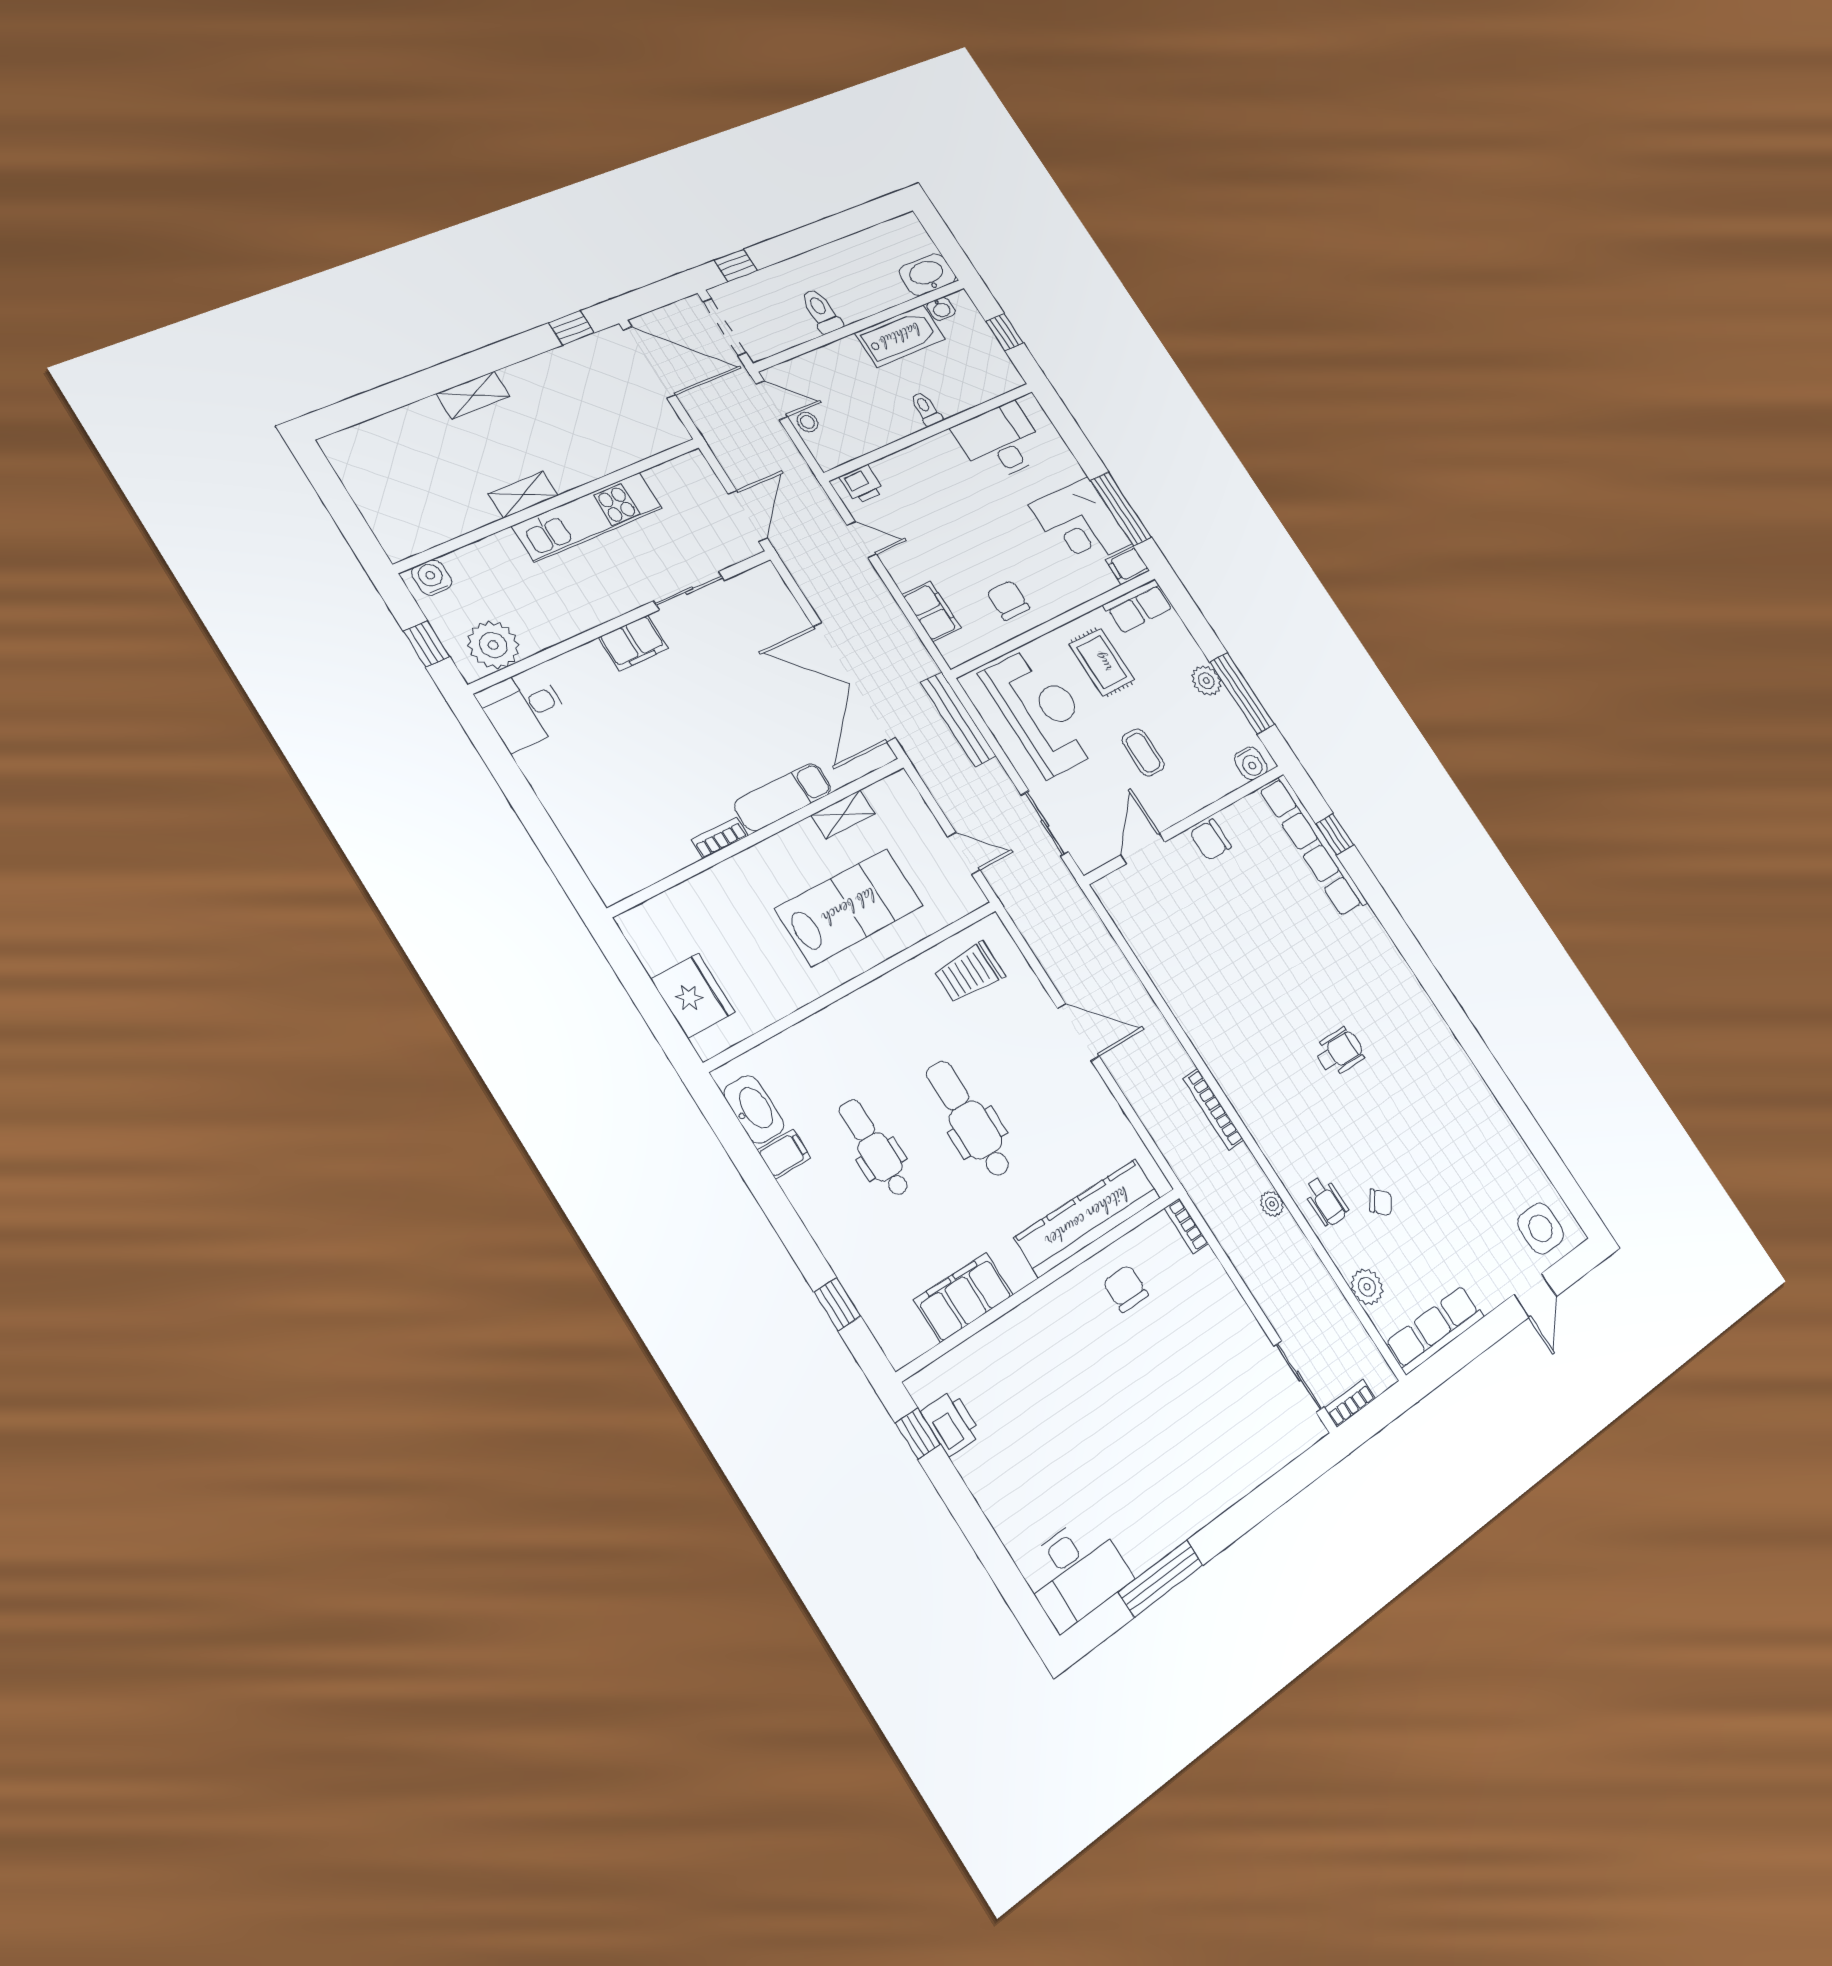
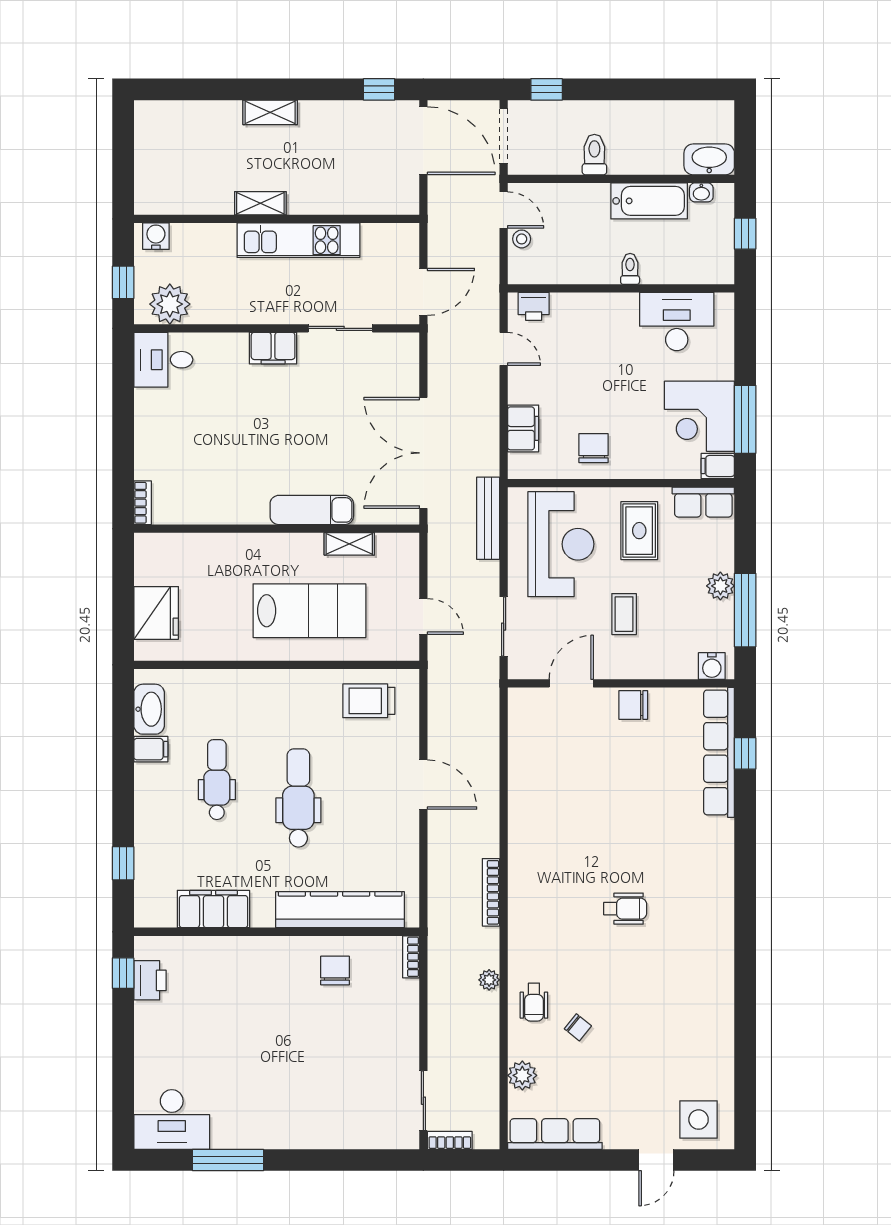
bookcase: (720, 838) -> (143, 503), moved, turned 90

